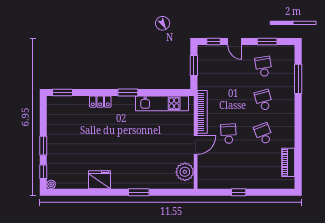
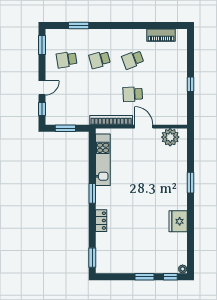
window: (267, 42) -> (42, 45), moved
window: (298, 79) -> (79, 26), width x0.69

